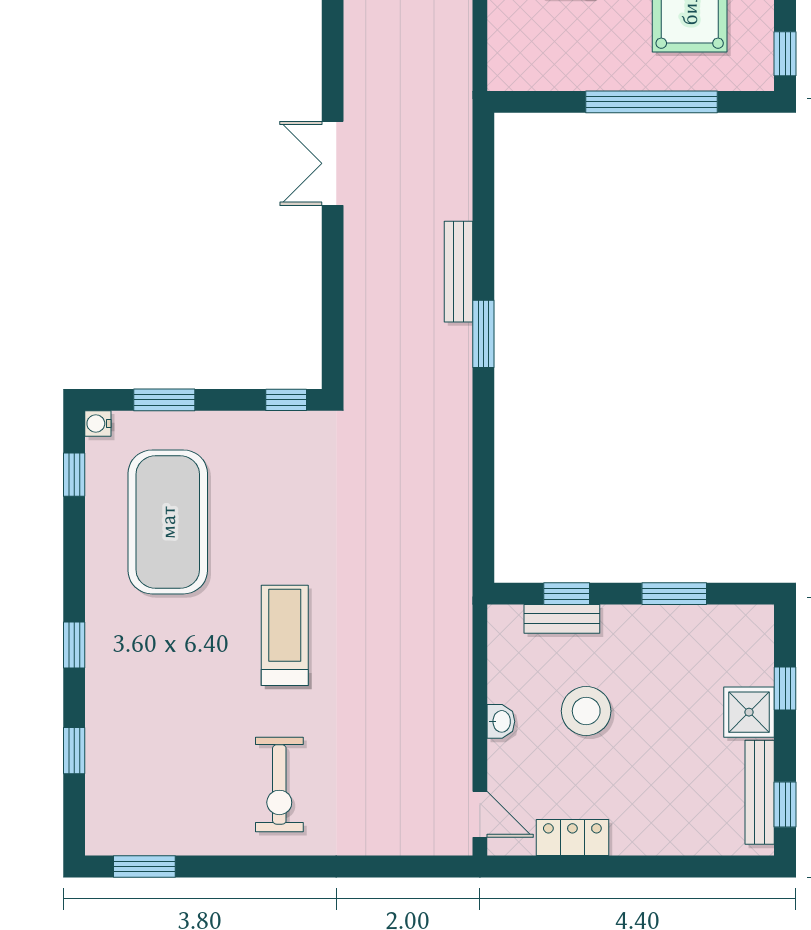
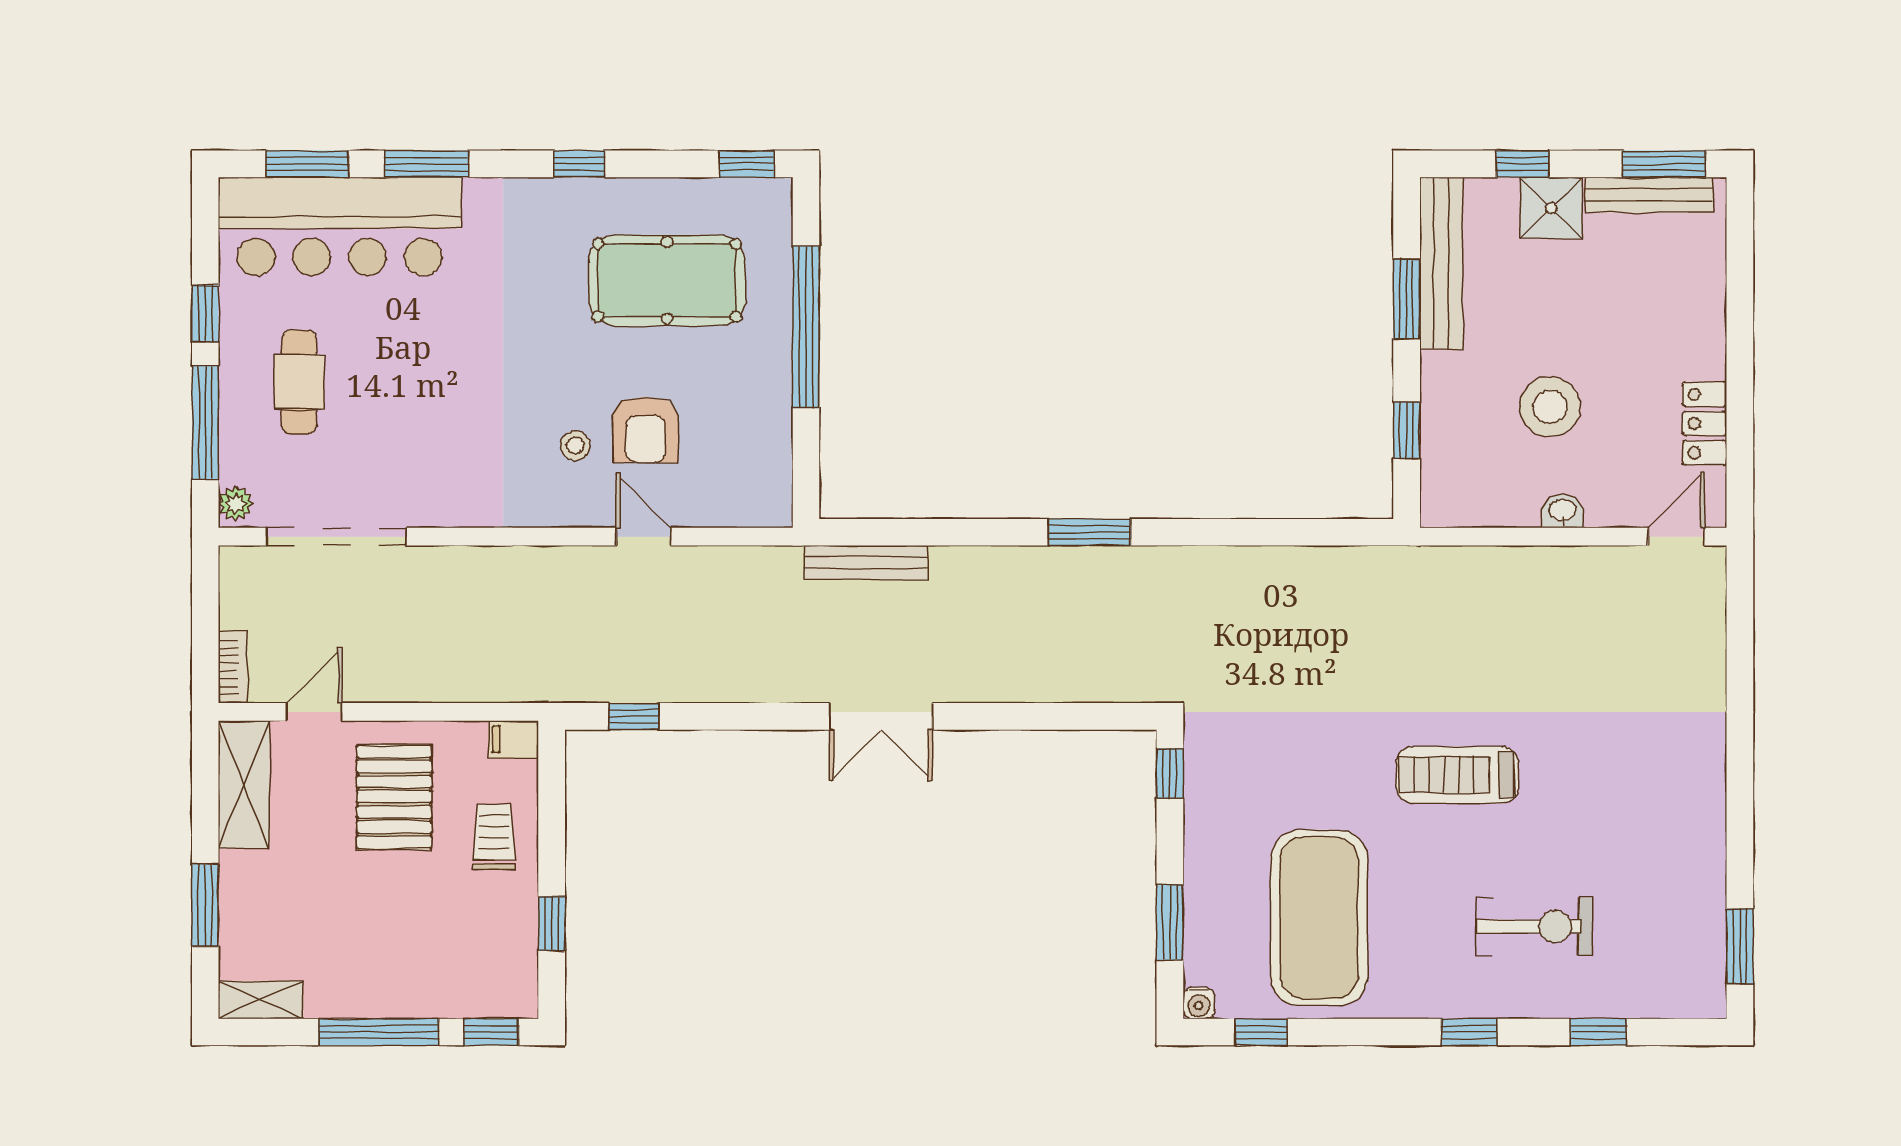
bench: (459, 272) -> (866, 563), moved
exercise mat: (168, 522) -> (1319, 918), turned 90
bench: (562, 619) -> (1441, 263), moved, width x1.86, depth x1.21
exercise bike: (279, 784) -> (1534, 927), moved
window: (785, 804) -> (1664, 164), width x1.50

